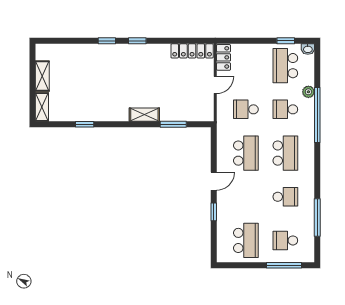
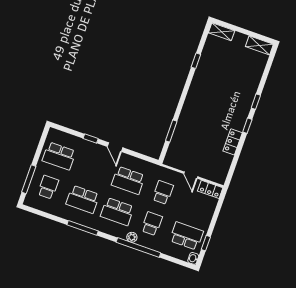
locker: (192, 51) -> (233, 142), moved, width x0.66
shelving: (42, 76) -> (259, 45), moved
plant: (308, 92) -> (132, 237), moved
shelving: (144, 115) -> (187, 111), removed
school desk: (285, 197) -> (83, 199), width x1.85
window: (317, 217) -> (83, 228), moved

